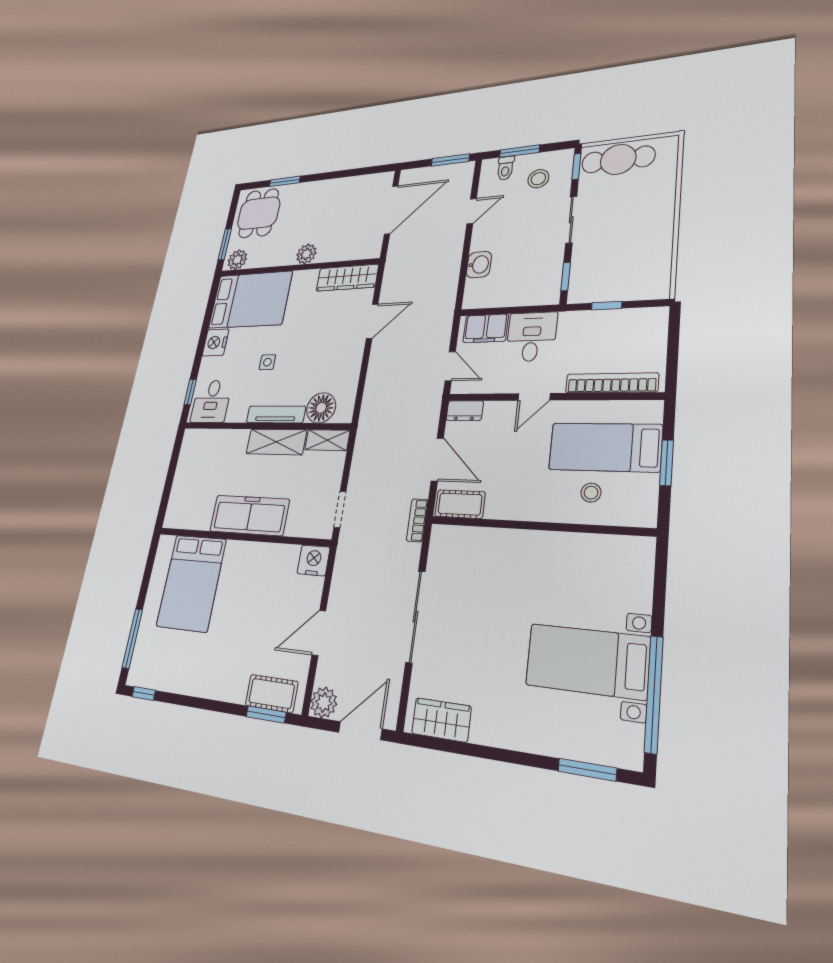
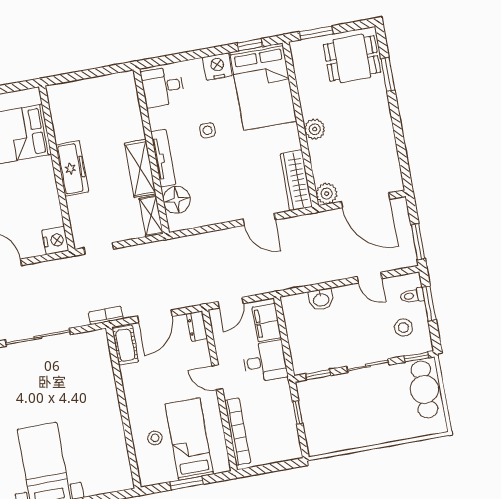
plant: (237, 260) -> (327, 194), moved
window: (190, 392) -> (250, 45), moved
freezer: (249, 515) -> (72, 168), width x0.73, depth x0.79

